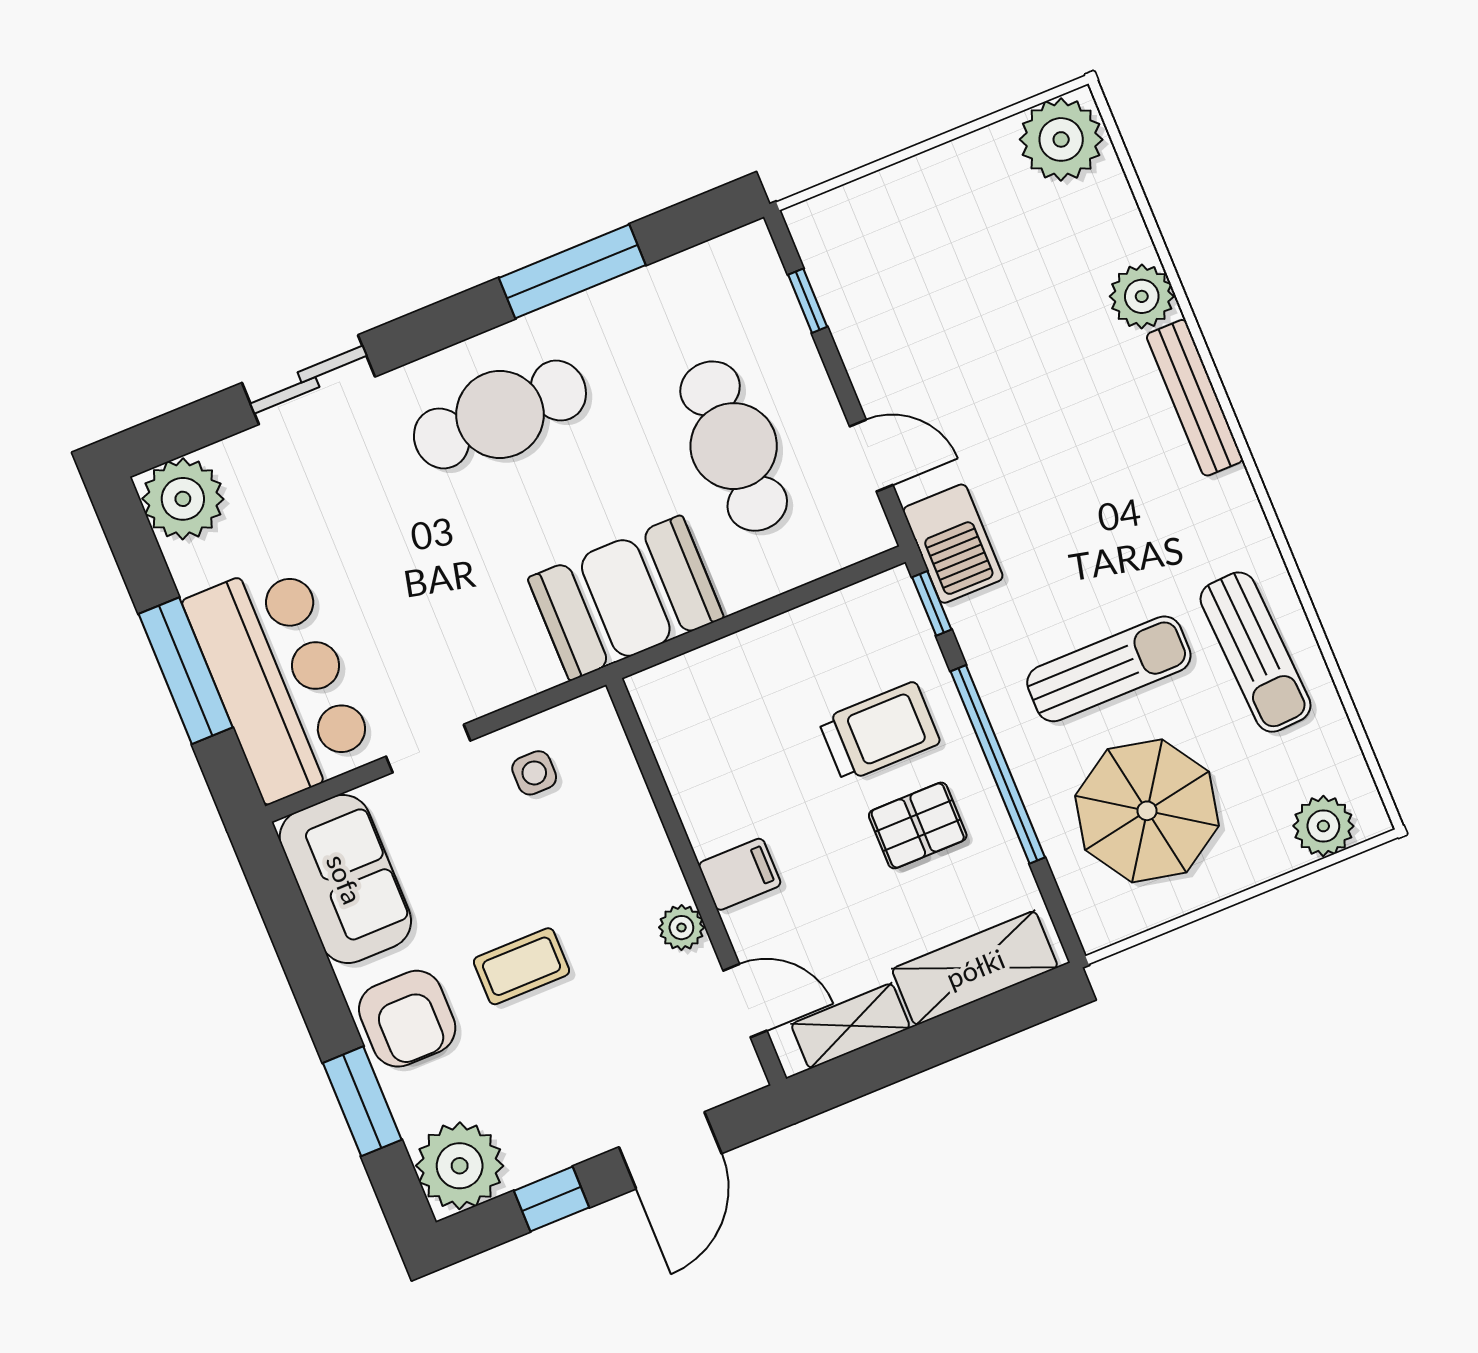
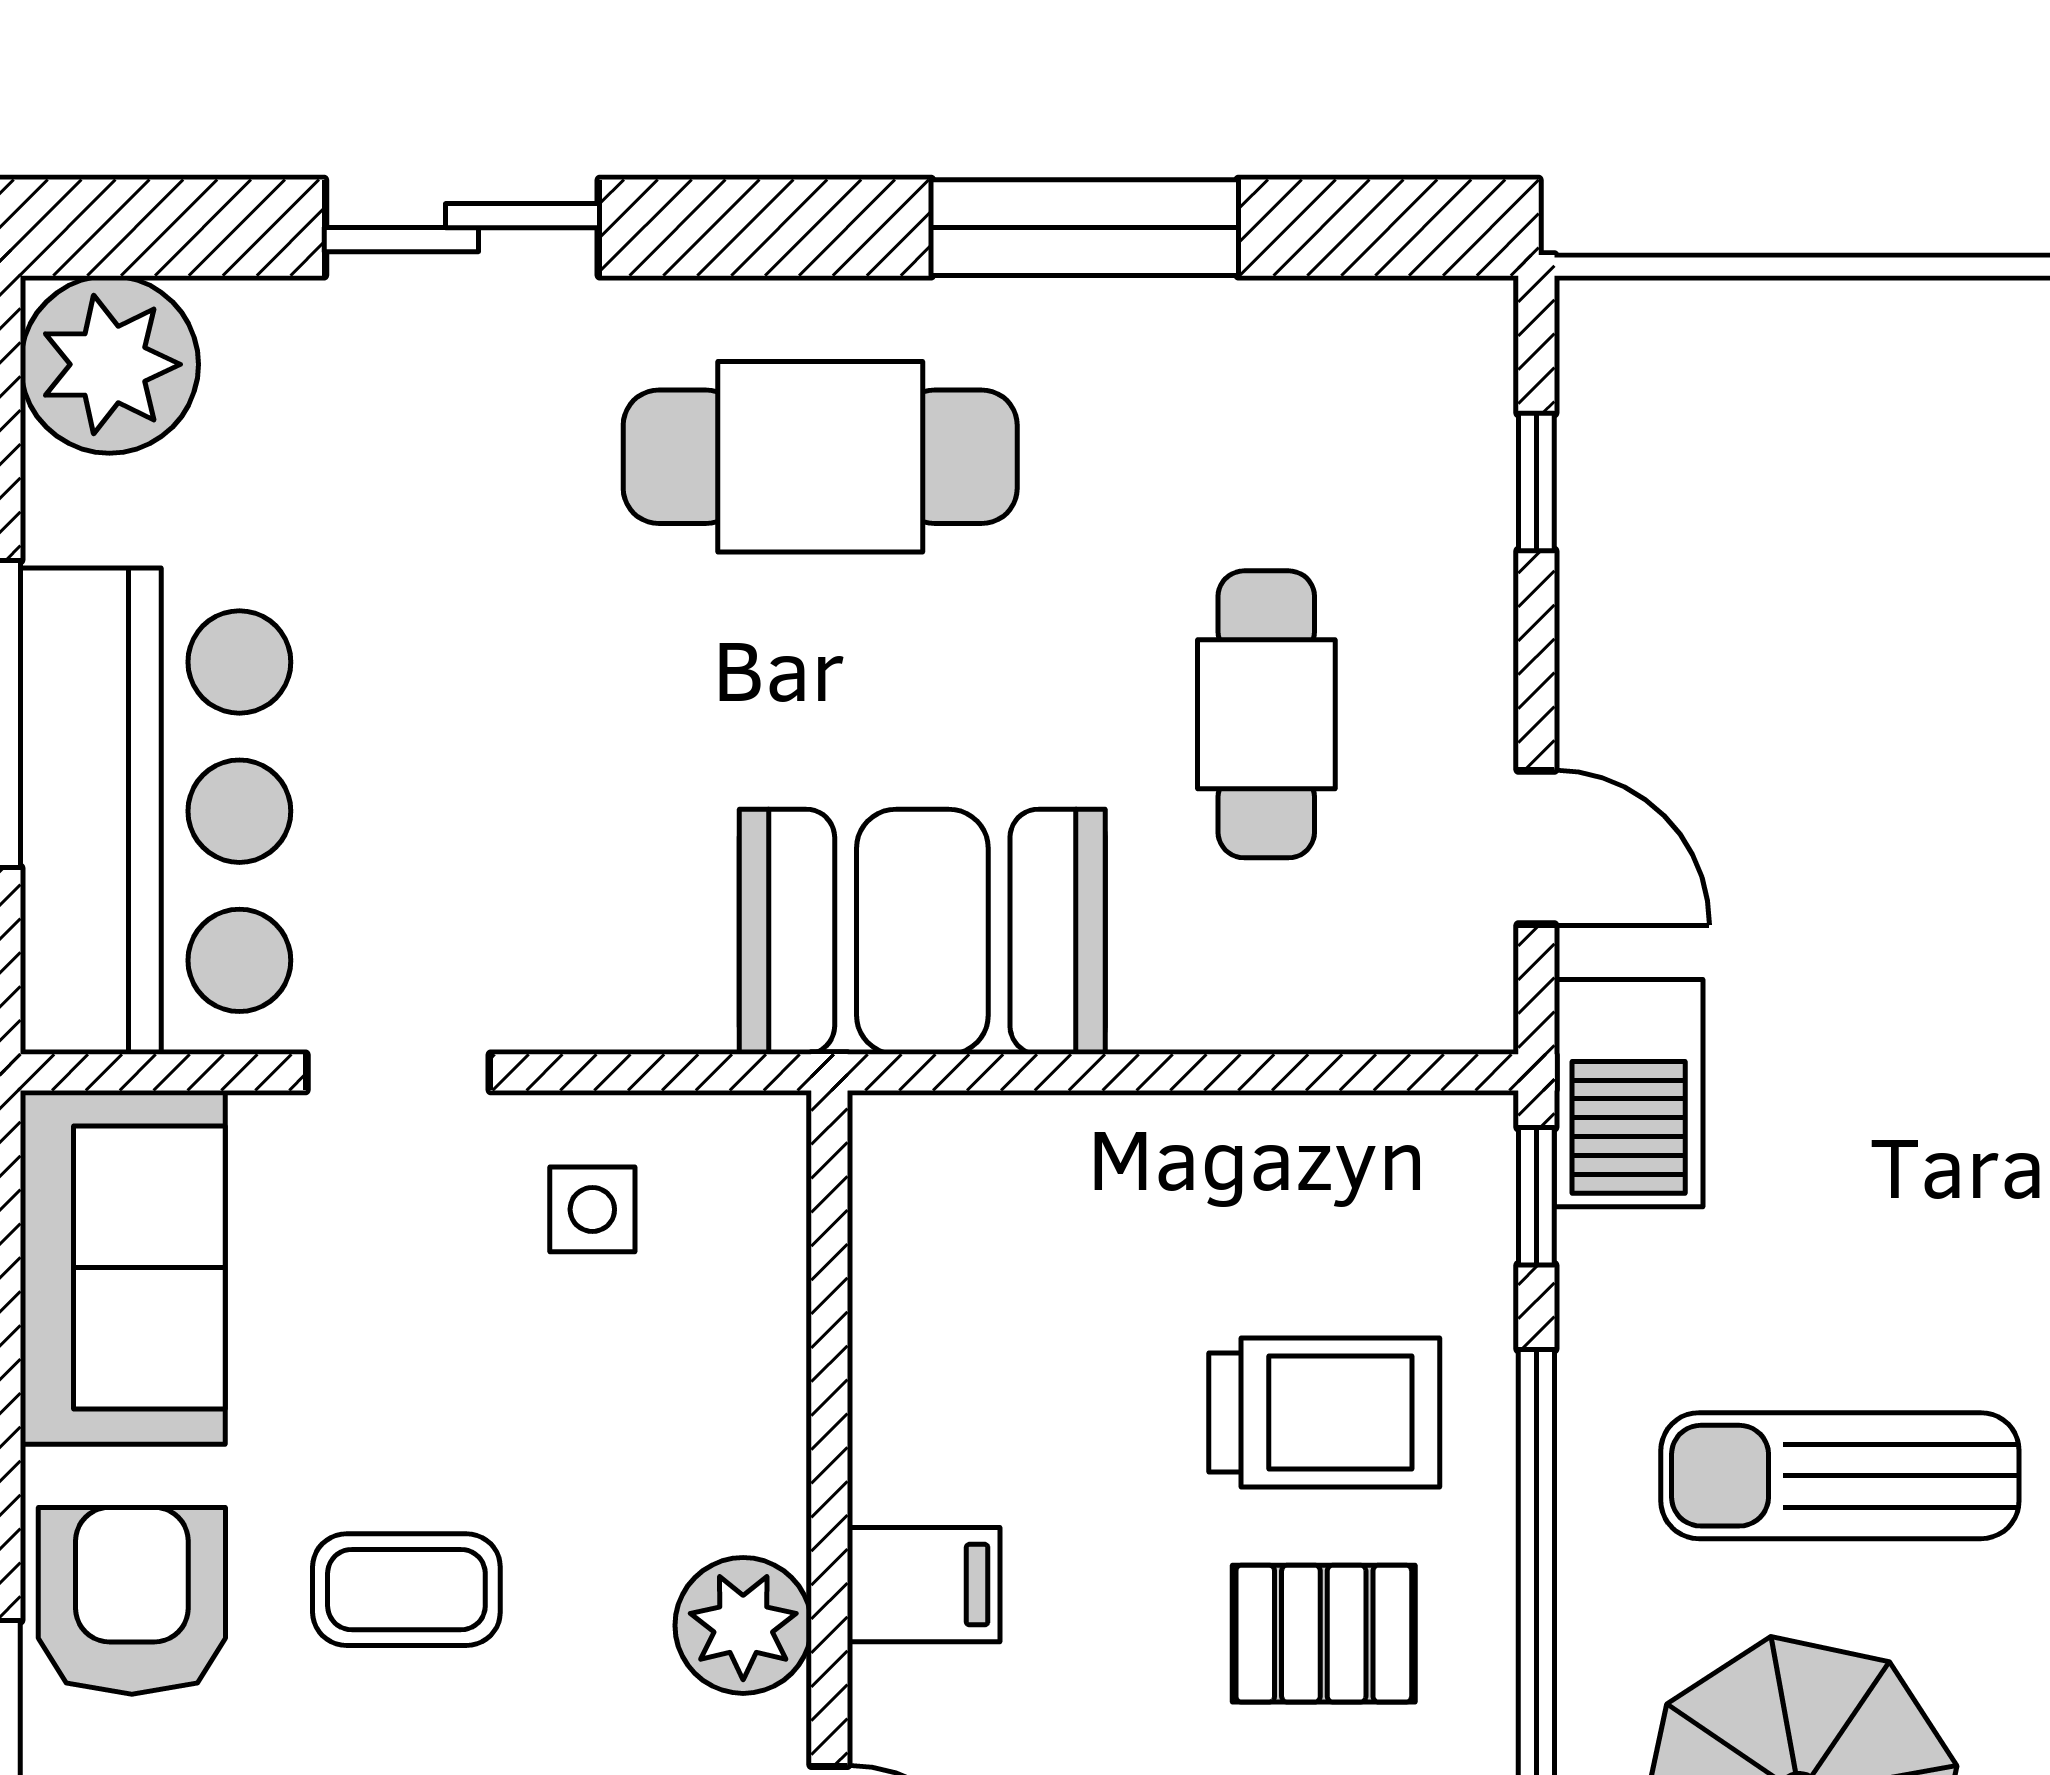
cafe table: (734, 446) -> (1266, 714), width x0.73, depth x0.74
sun lounger: (1109, 669) -> (1840, 1476), turned 180
plant: (681, 928) -> (743, 1625), width x1.38, depth x1.38
armchair: (407, 1019) -> (132, 1601), turned 180

